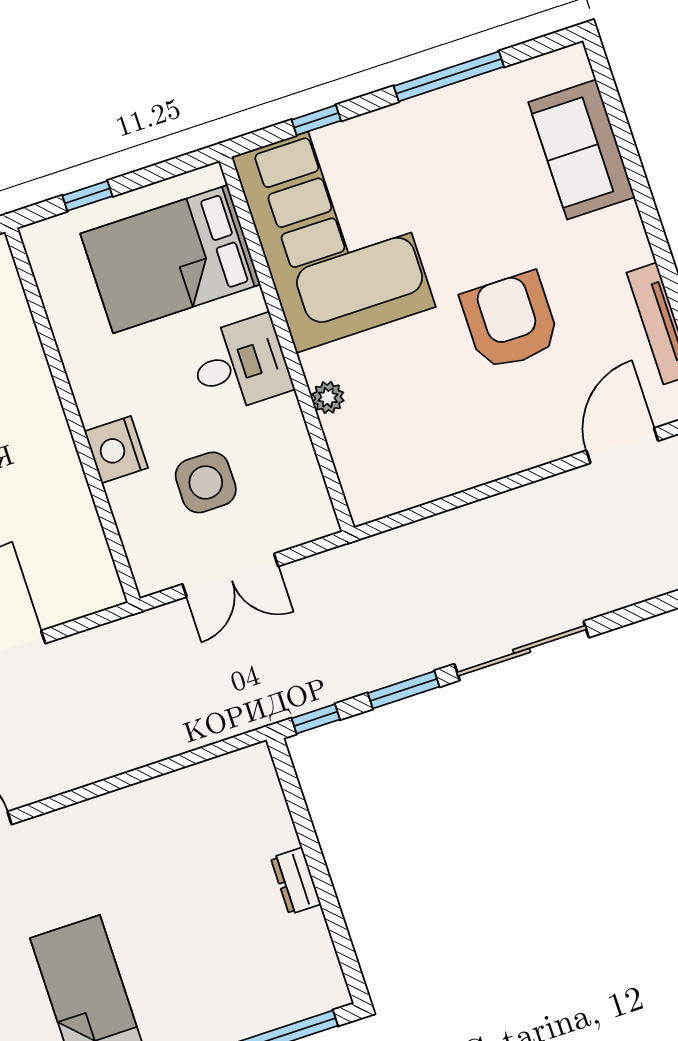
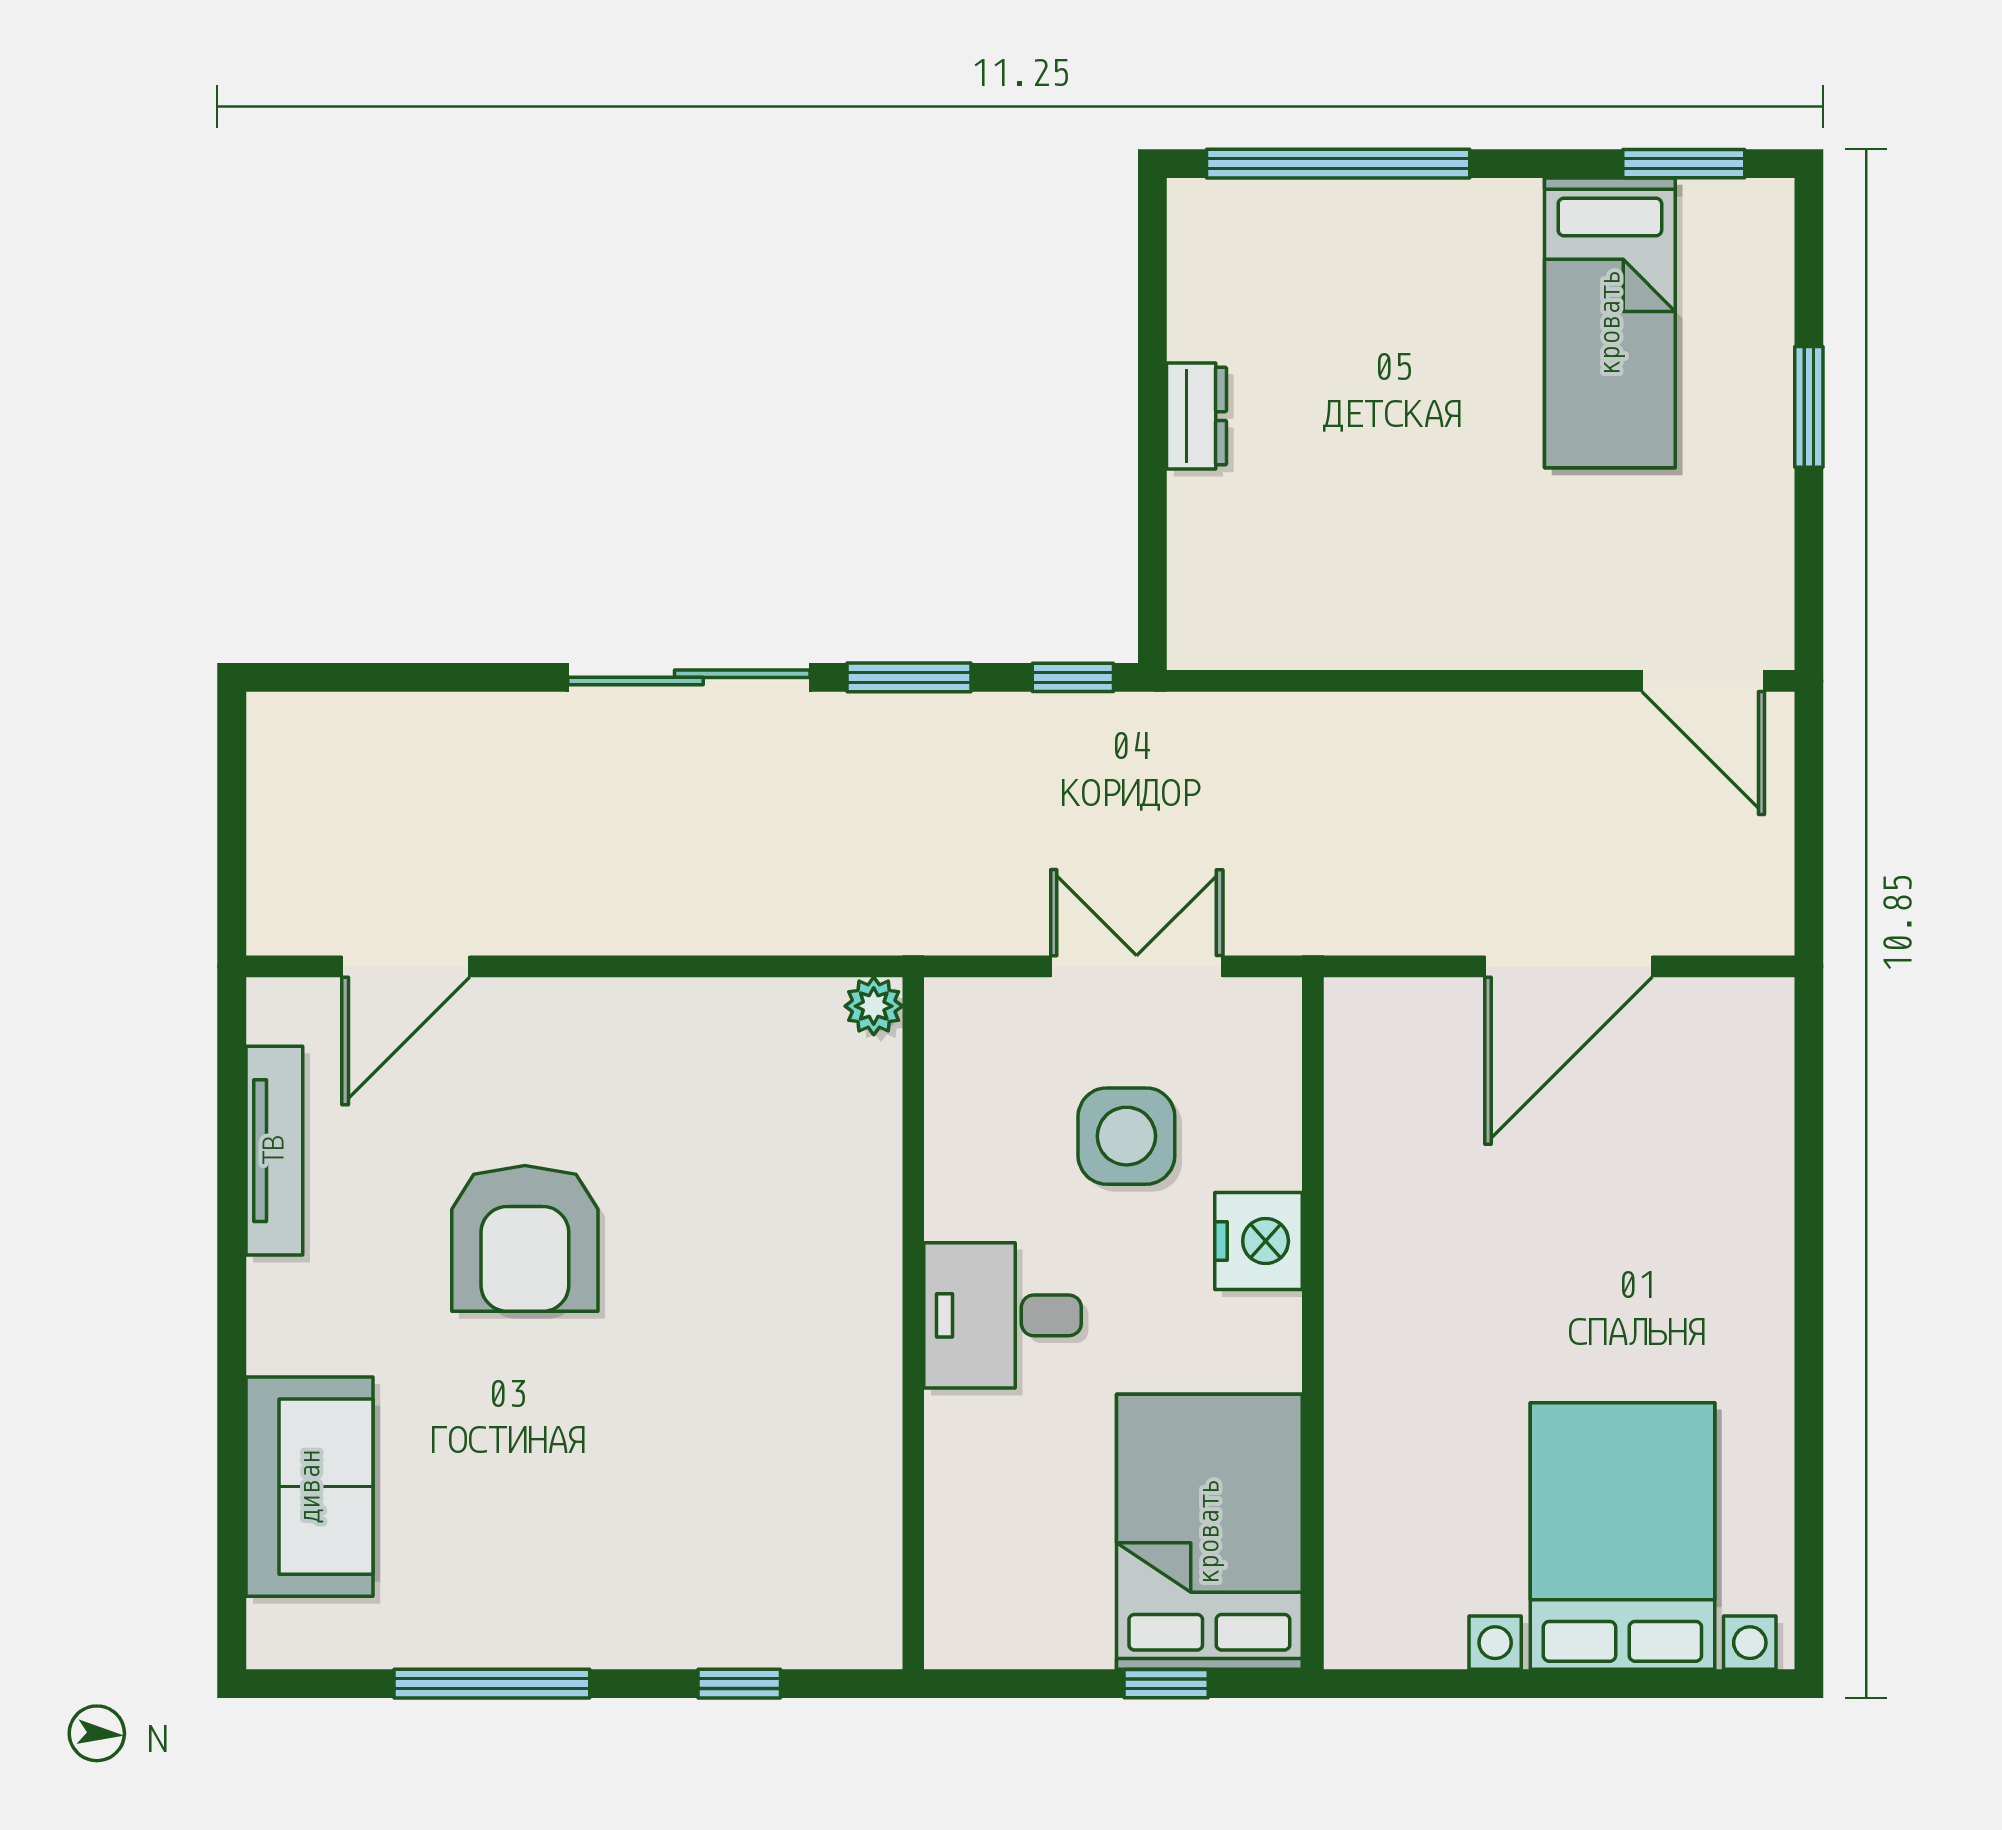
corner sofa: (334, 232) -> (772, 1486), removed
bed: (170, 259) -> (1209, 1532), moved, turned -90
plant: (328, 397) -> (874, 1006), moved

